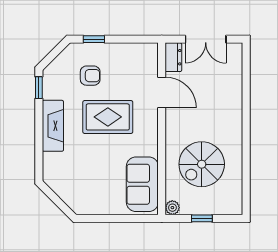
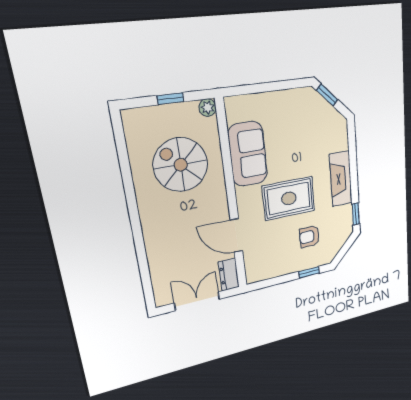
spiral stairs: (202, 164) -> (181, 165), turned -90
sofa: (142, 184) -> (248, 154), moved
window: (61, 205) -> (327, 95), added

